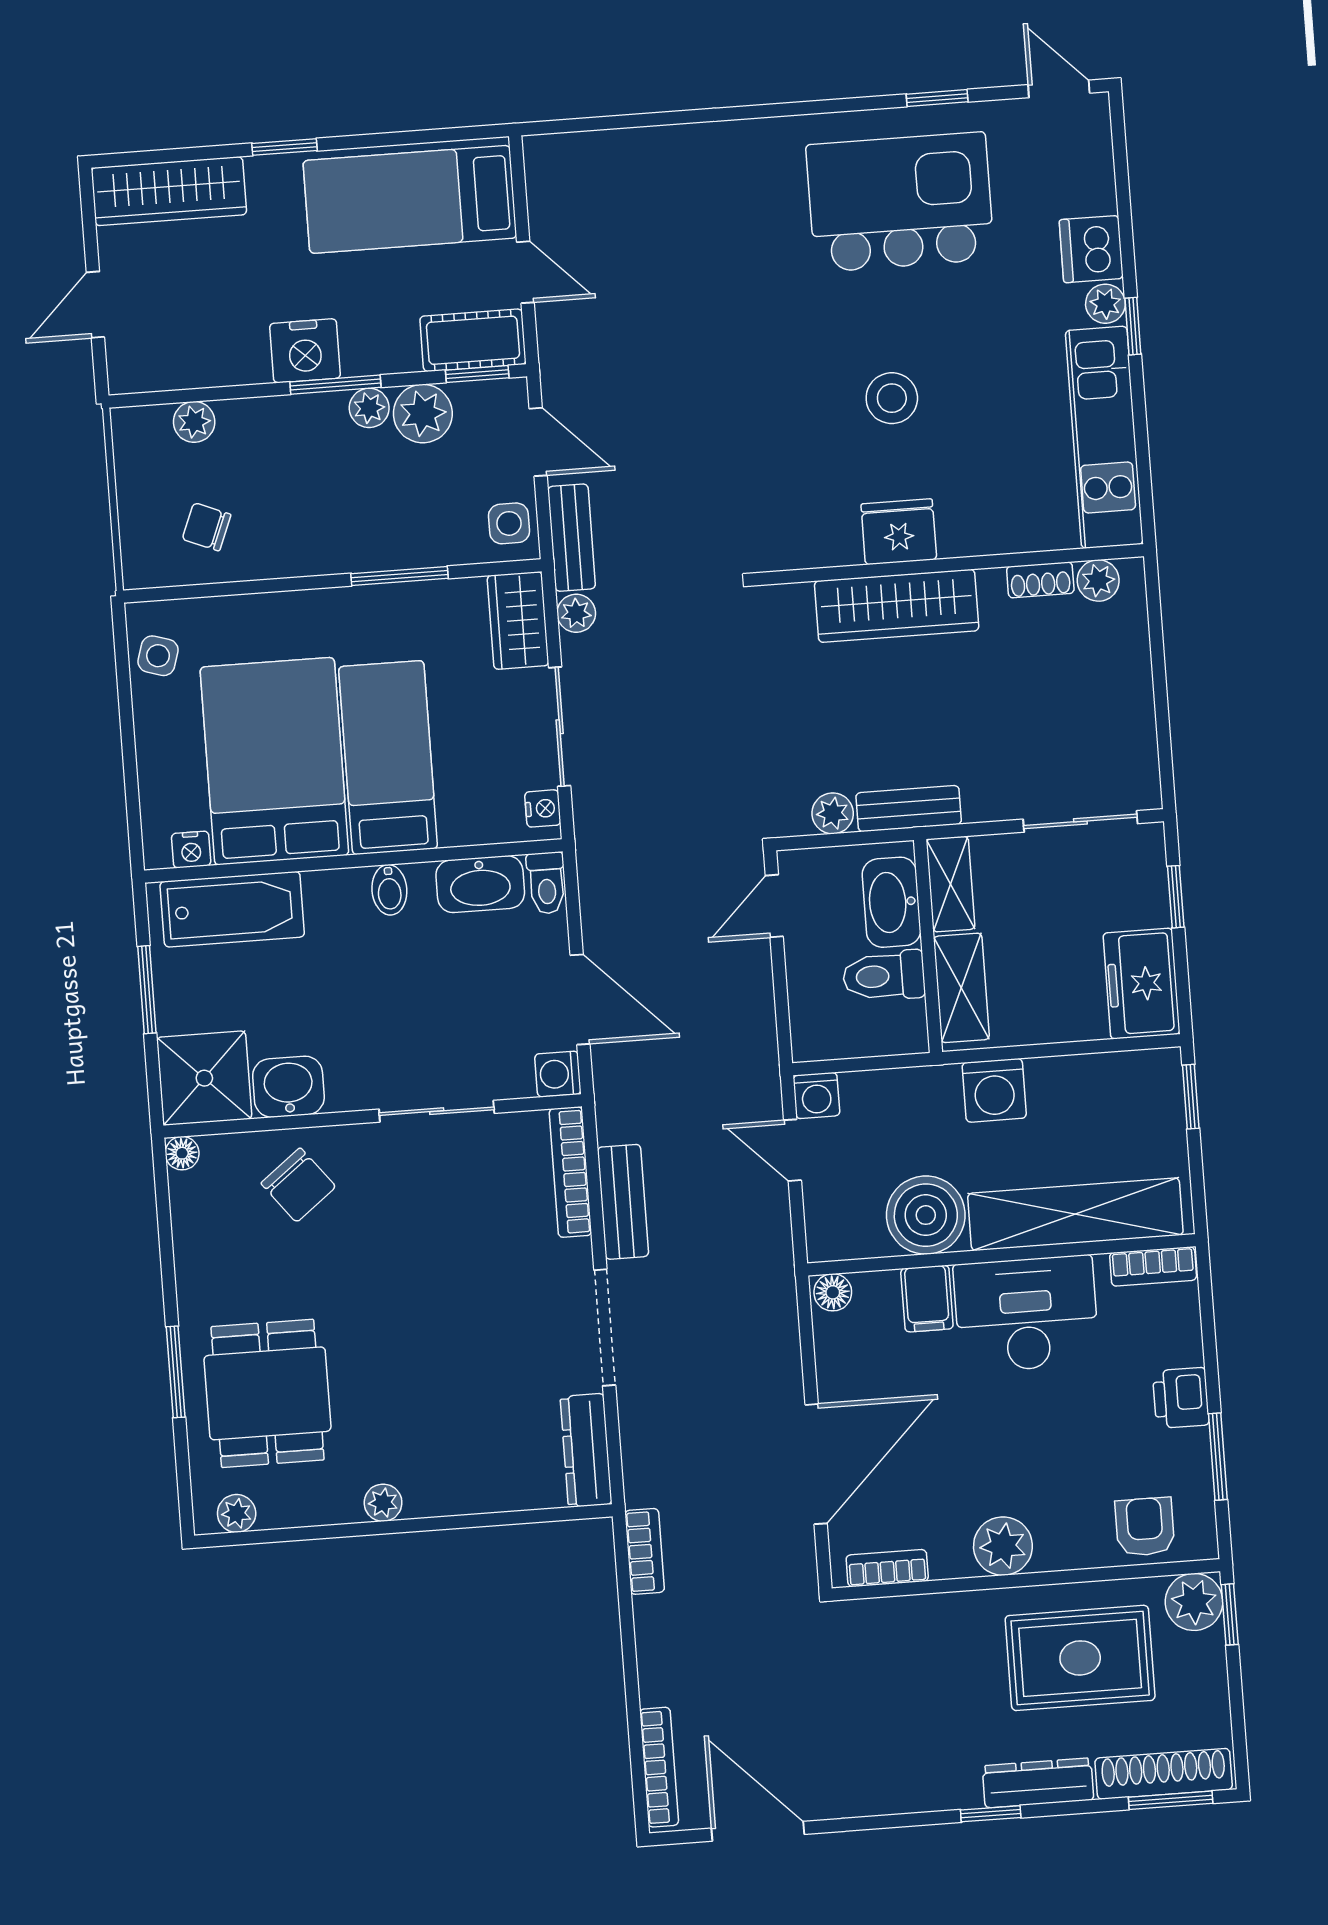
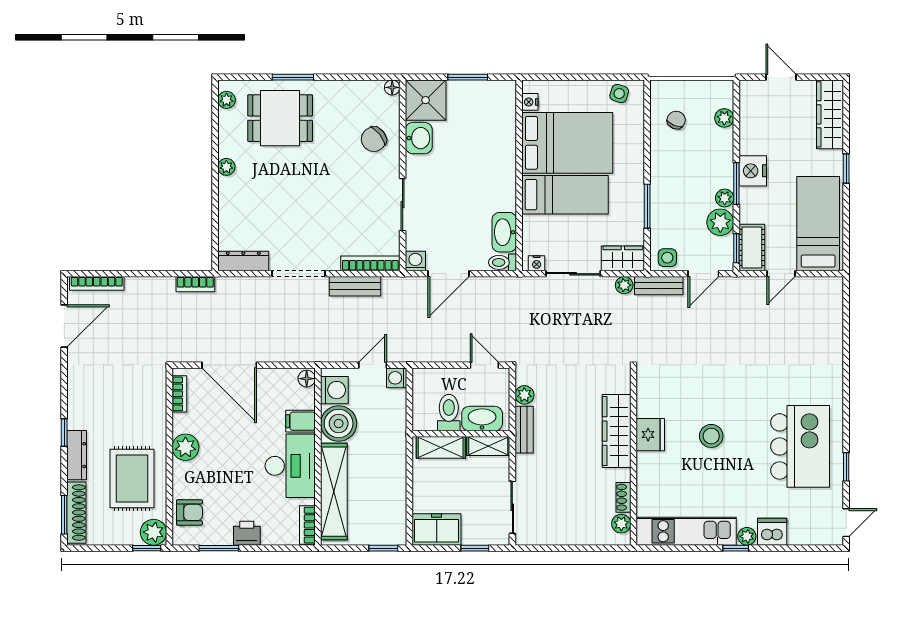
bidet: (389, 890) -> (505, 191), removed
bathtub: (232, 909) -> (501, 119), removed
washing machine: (994, 1090) -> (334, 390), moved, turned 180

